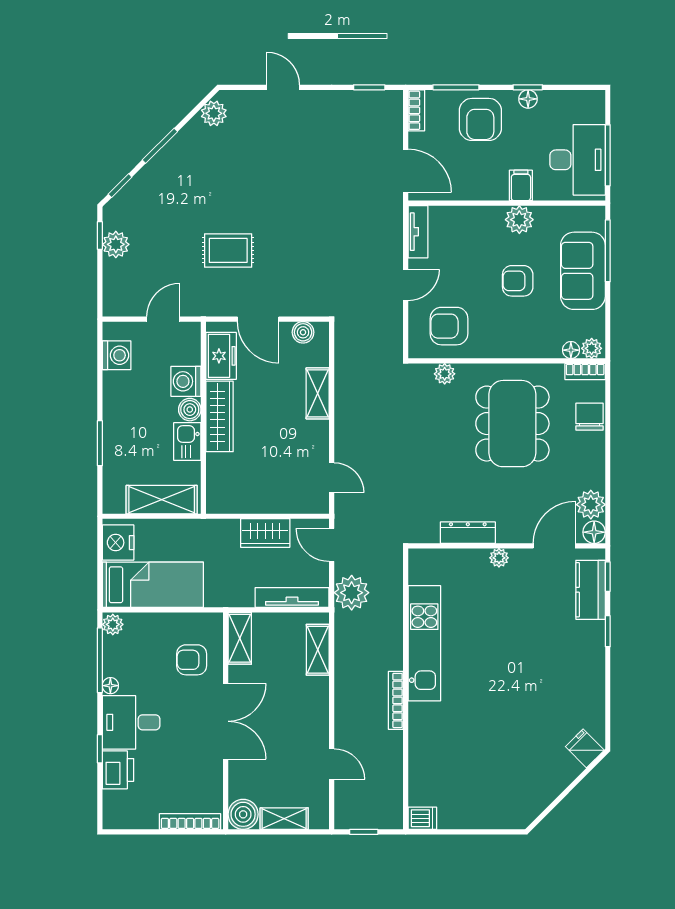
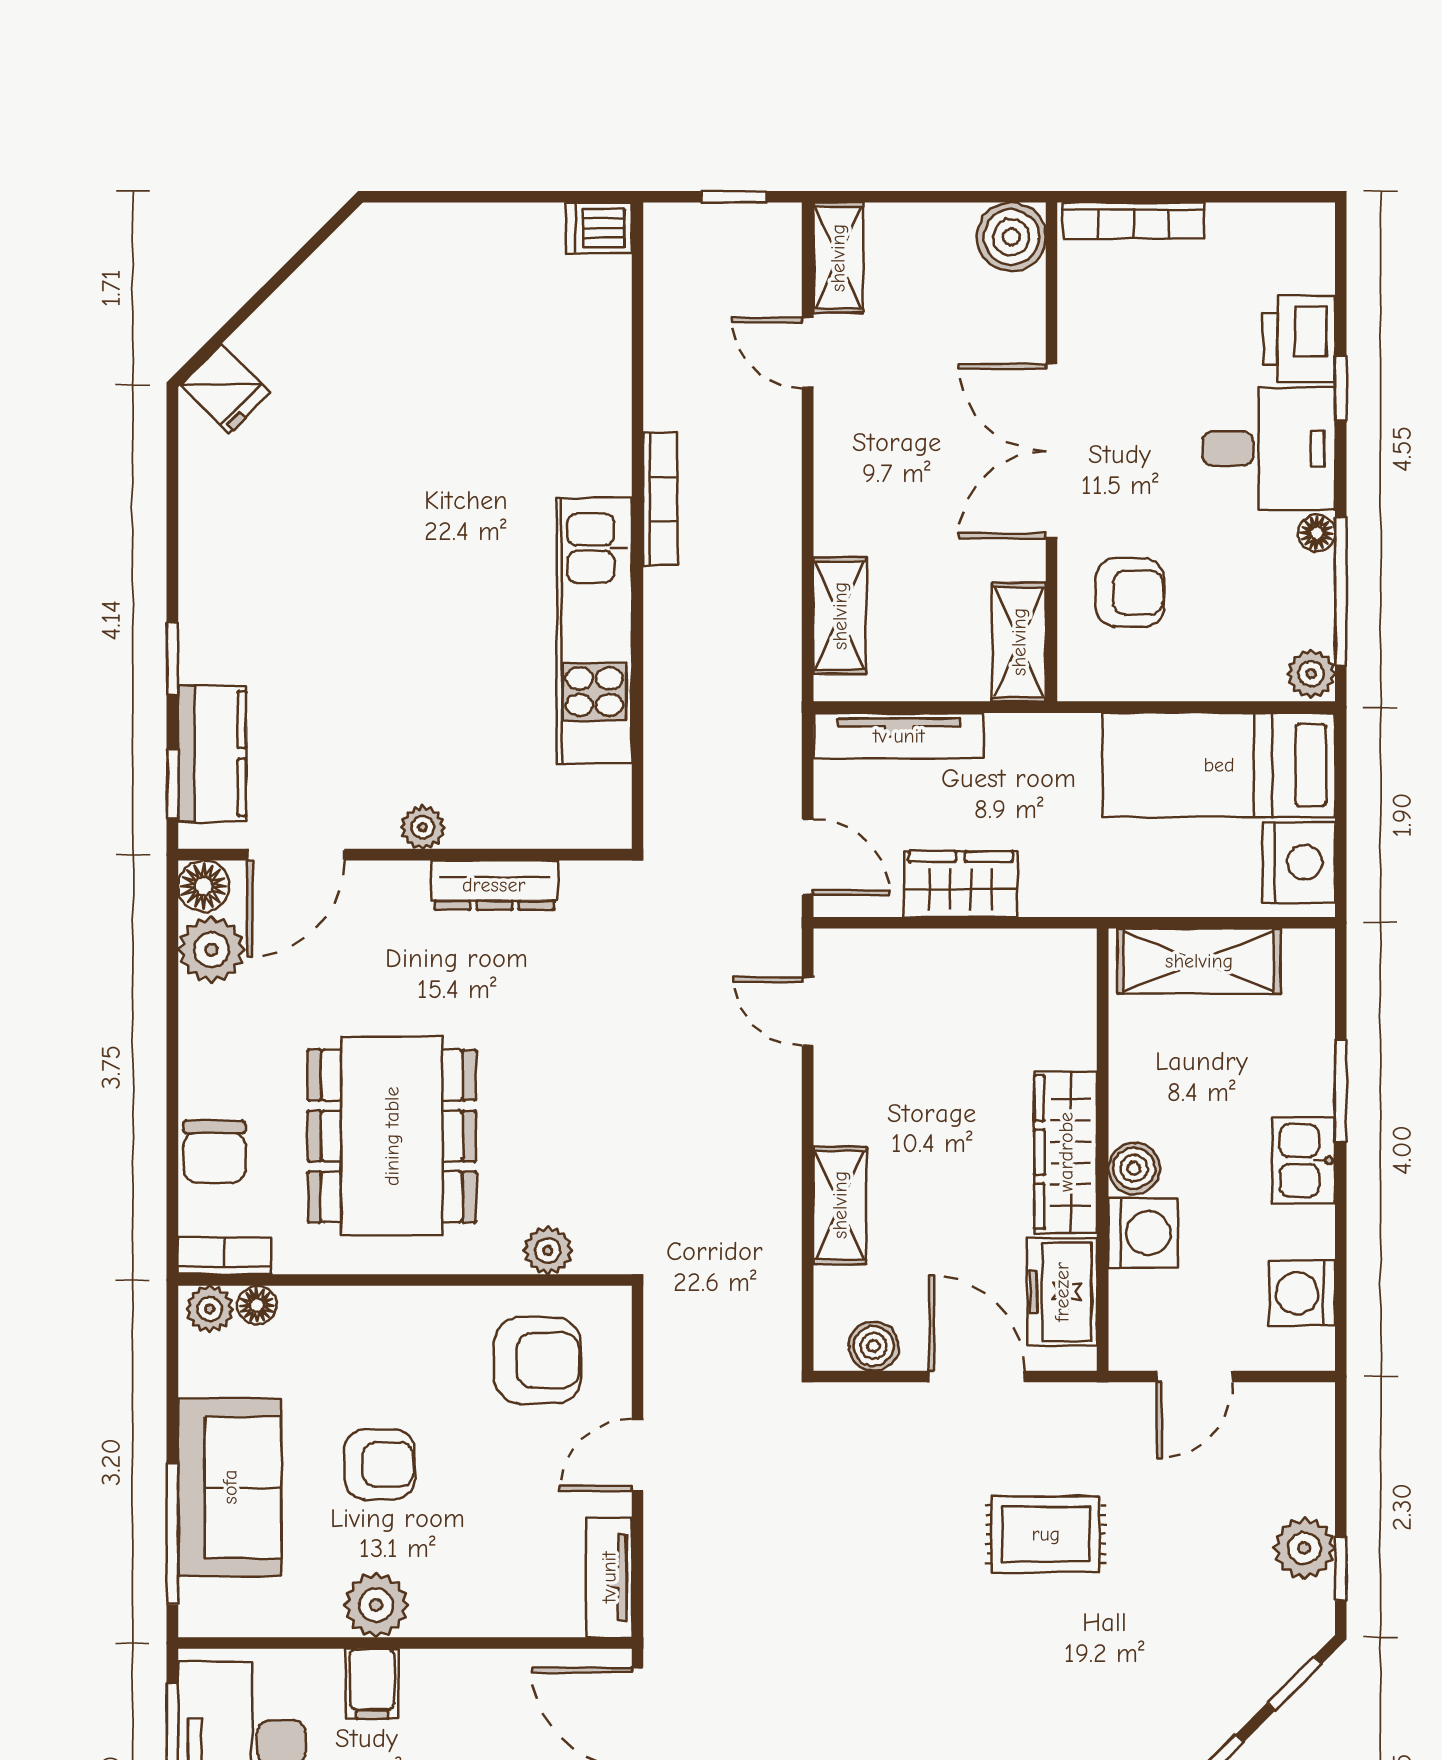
kitchen sink: (187, 442) -> (1304, 1160), moved, turned 180
plant: (352, 593) -> (762, 747), removed
shelving: (284, 819) -> (838, 258), moved, turned 90

